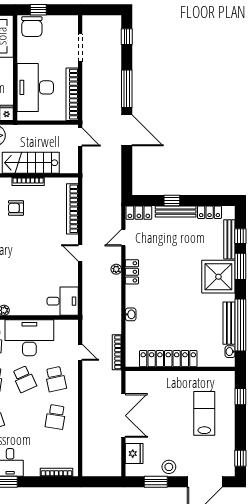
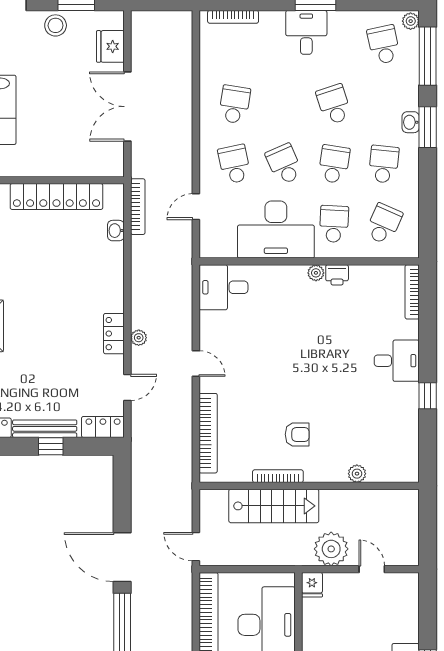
washbasin: (131, 314) -> (116, 231), moved
door: (80, 352) -> (196, 207), hinge flipped

